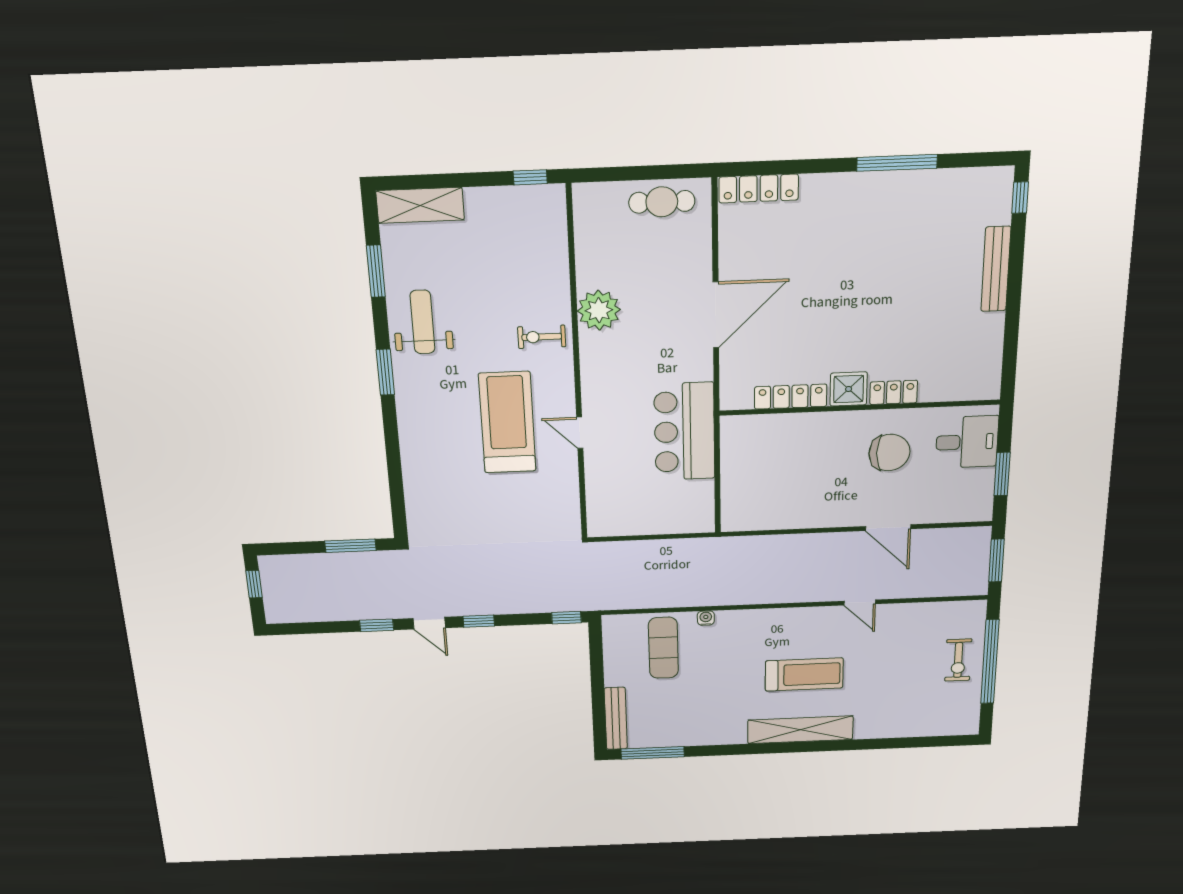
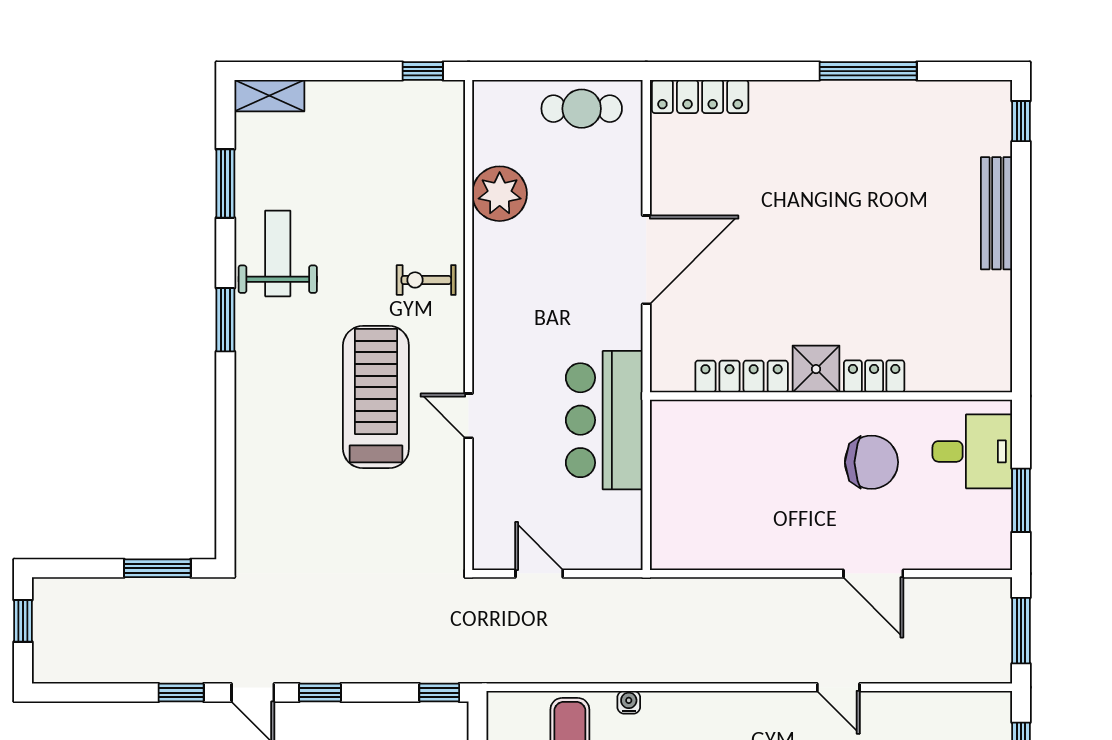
shelving: (420, 205) -> (269, 96), width x0.67, depth x0.75
plant: (599, 310) -> (500, 194), moved
door: (637, 538) -> (539, 574), added

